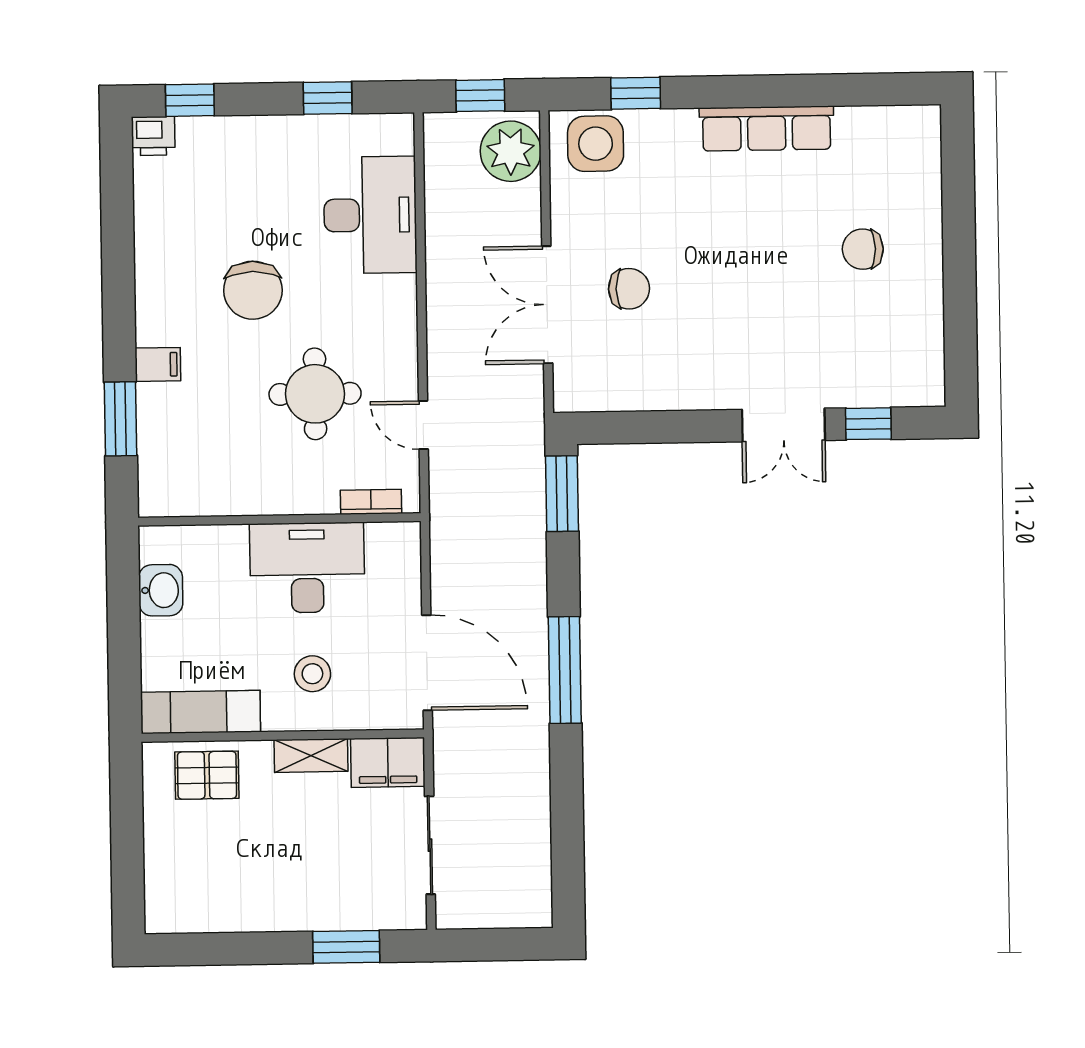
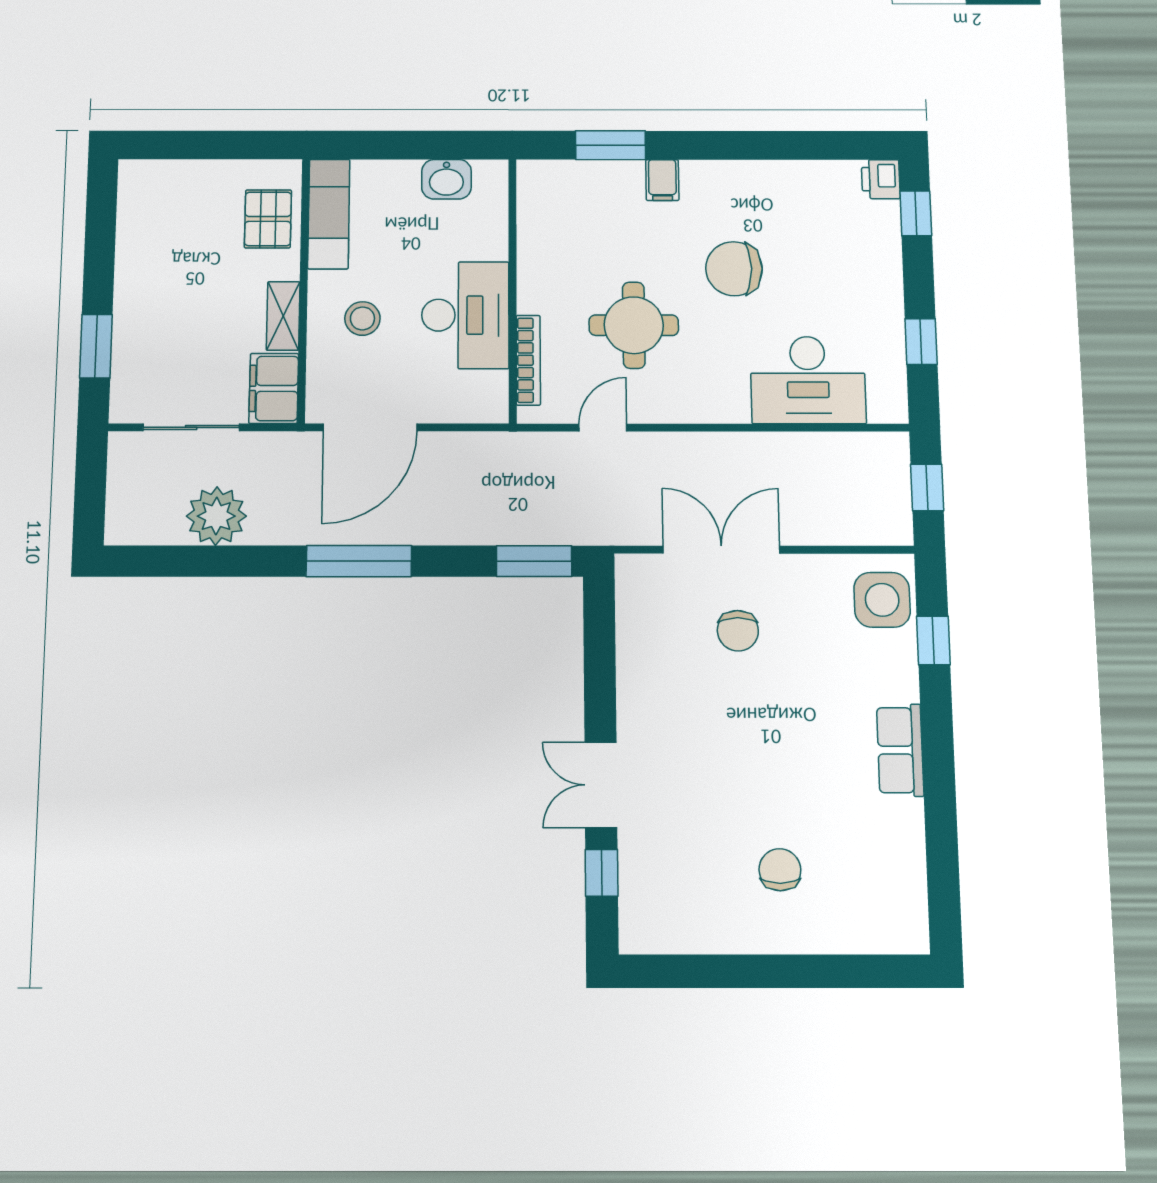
row of seats: (767, 129) -> (900, 750), width x0.68
plant: (511, 151) -> (216, 516), moved
bookcase: (371, 502) -> (528, 360), width x1.56

